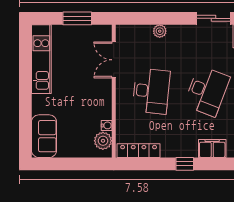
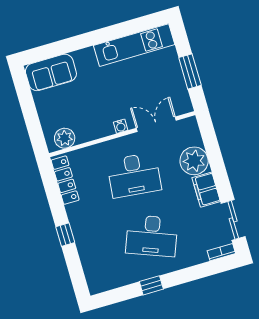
plant: (160, 31) -> (194, 161), width x1.87, depth x1.87
water cooler: (107, 125) -> (121, 126), moved
filing cabinet: (212, 149) -> (206, 190), moved, turned 180

